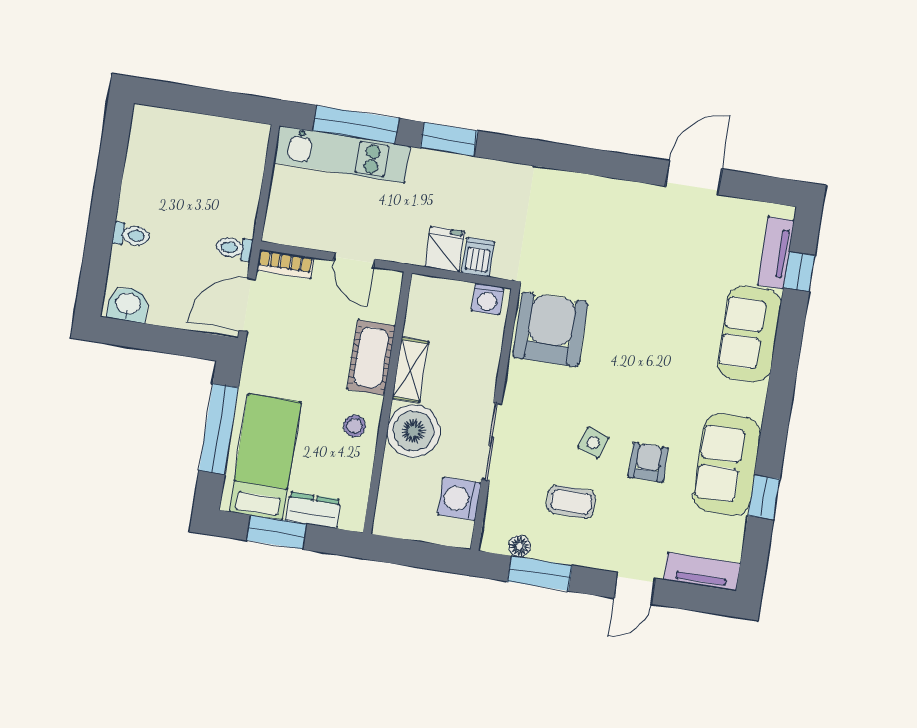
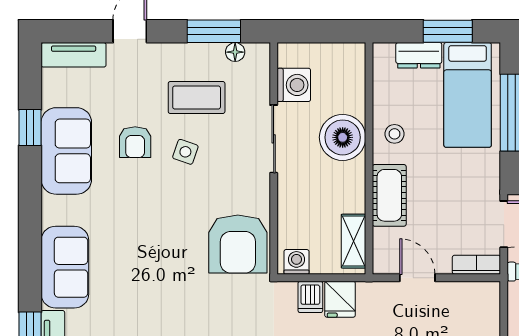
shelving: (410, 370) -> (354, 241), moved
coffee table: (571, 502) -> (197, 98), width x1.36, depth x1.30

